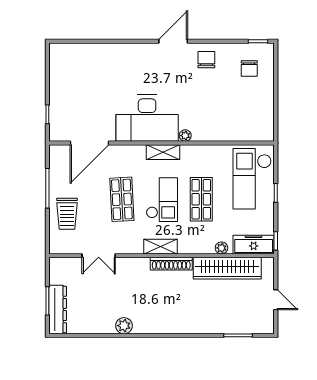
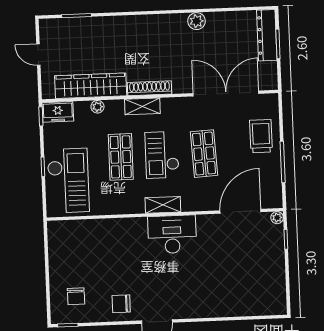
chair: (206, 60) -> (121, 304), turned 90
chair: (249, 68) -> (76, 296), turned 180
desk: (147, 118) -> (172, 234), width x0.73, depth x0.77
plant: (185, 136) -> (277, 218), moved
freezer: (254, 245) -> (58, 112), width x0.71
shelving: (161, 247) -> (142, 106), moved
double door: (99, 256) -> (226, 93), width x1.87

